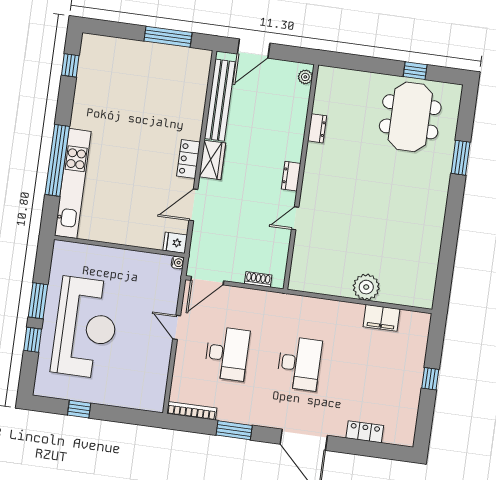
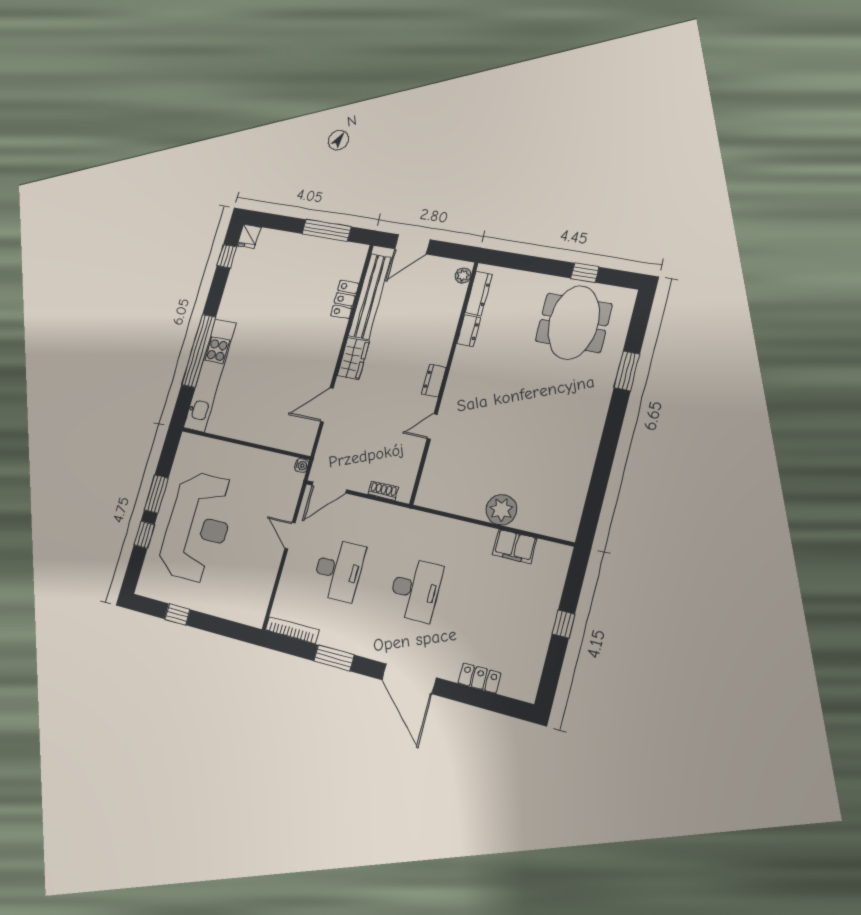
dresser: (322, 93) -> (479, 294), added
locker: (188, 159) -> (345, 299), moved
fridge: (175, 243) -> (249, 236), moved, turned -90

